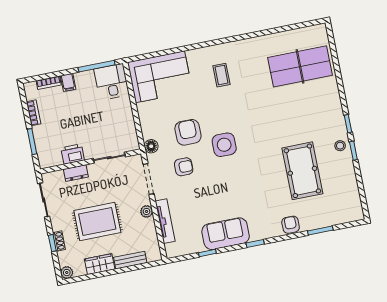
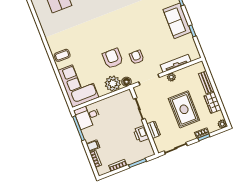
coffee table: (221, 75) -> (62, 55), moved
plant: (152, 126) -> (113, 84), added
armchair: (188, 132) -> (113, 58), turned 90
side table: (224, 145) -> (117, 32), removed

